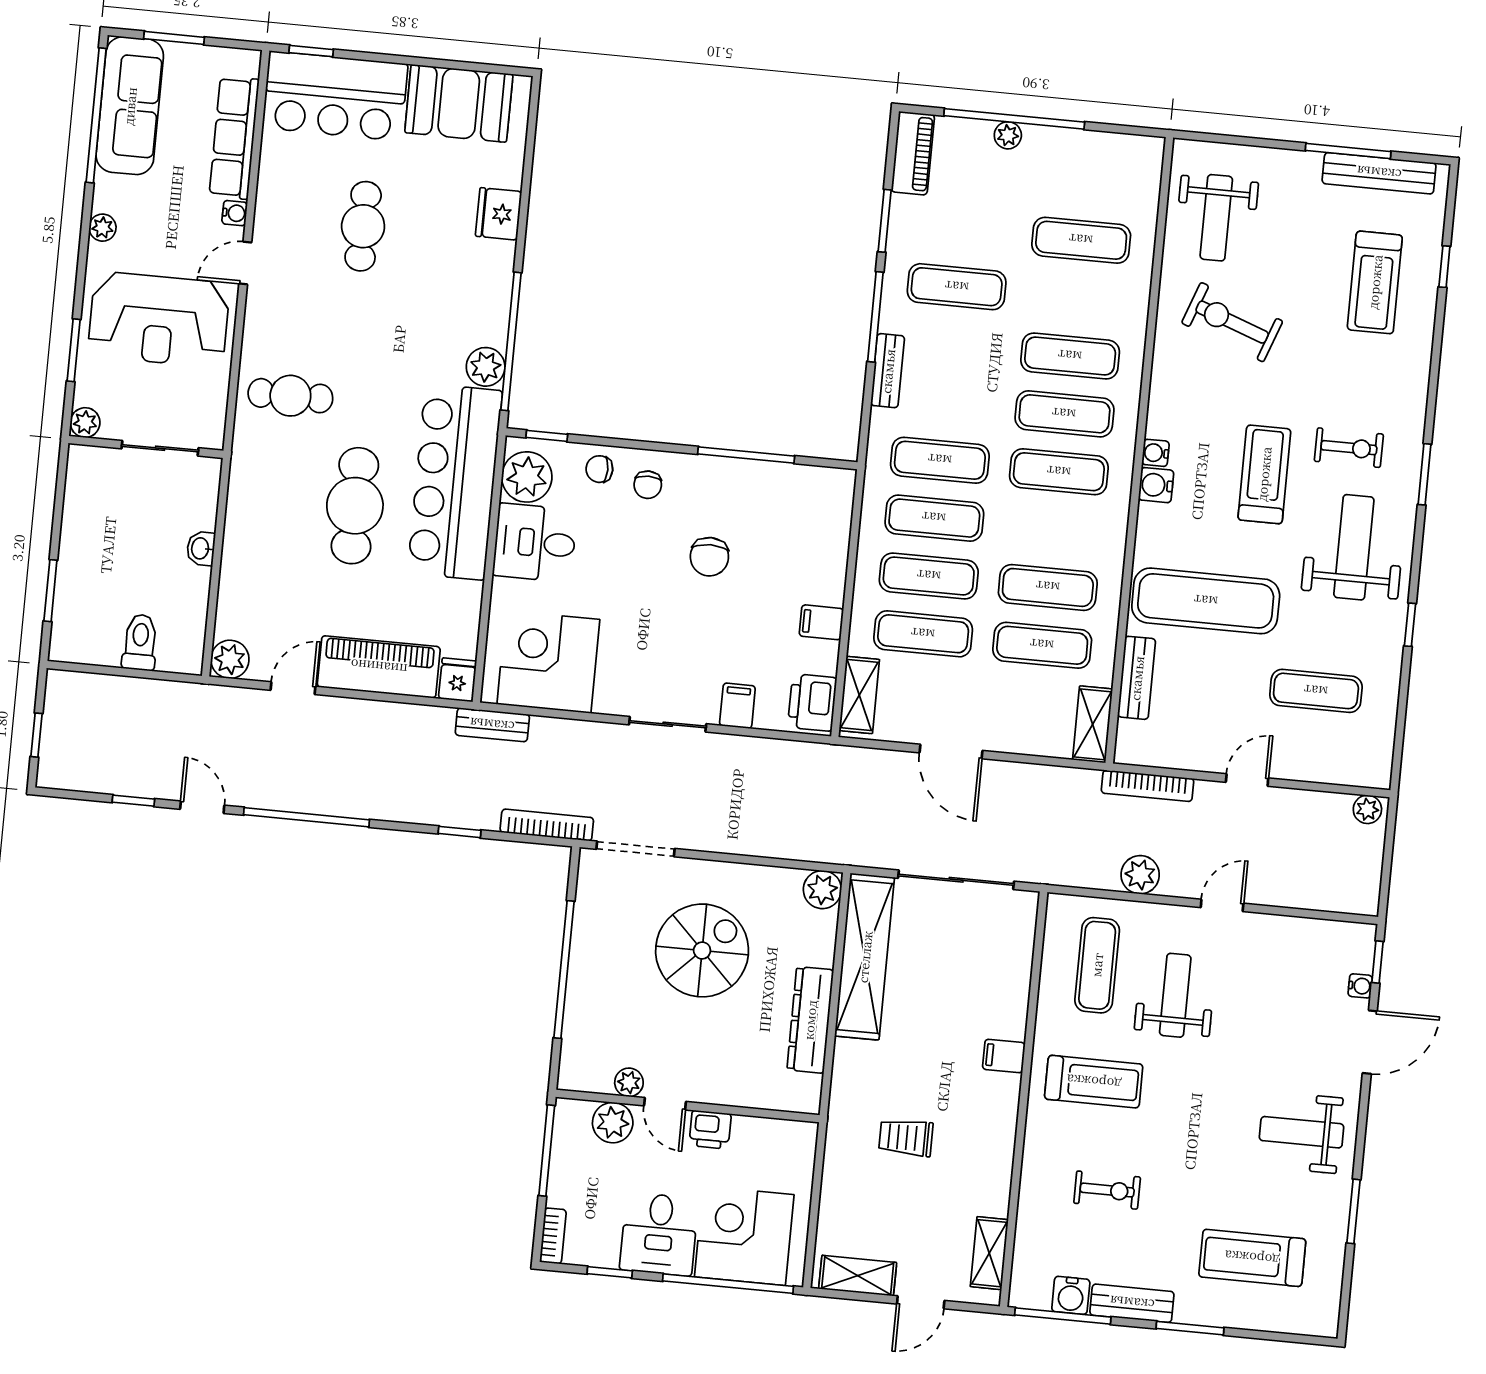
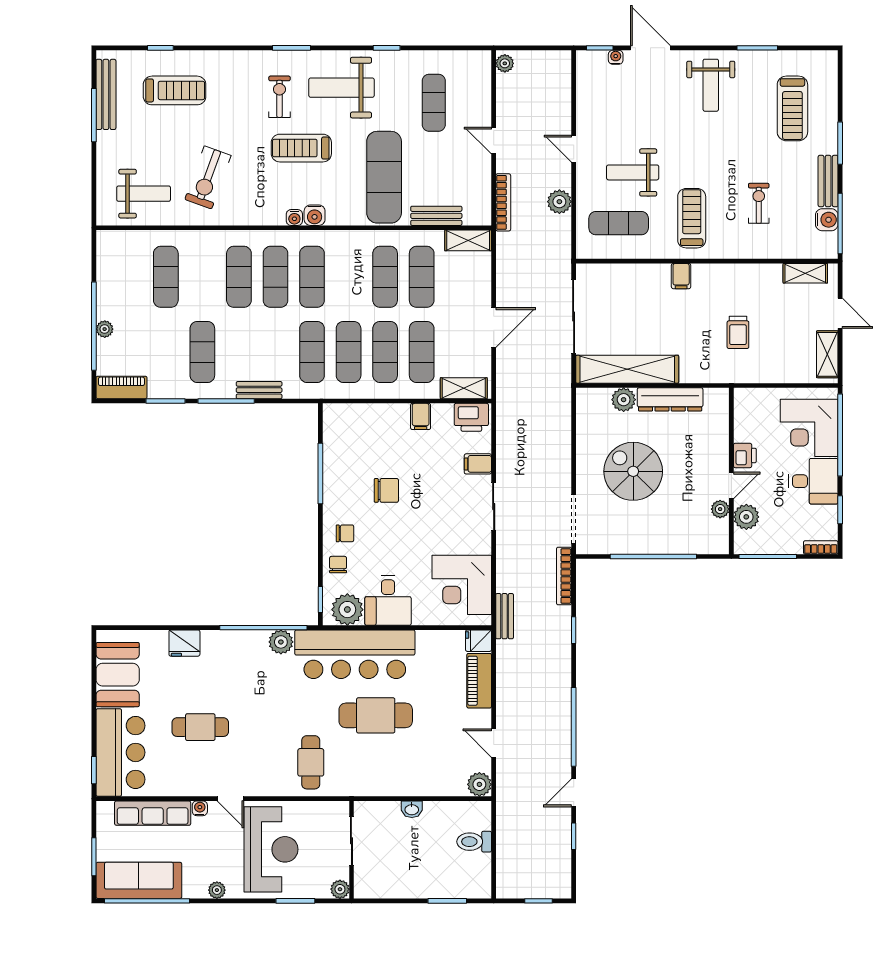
chair: (599, 469) -> (338, 565), turned 180
piano: (379, 667) -> (479, 681), width x0.73, depth x0.75
plant: (822, 890) -> (624, 400), moved

